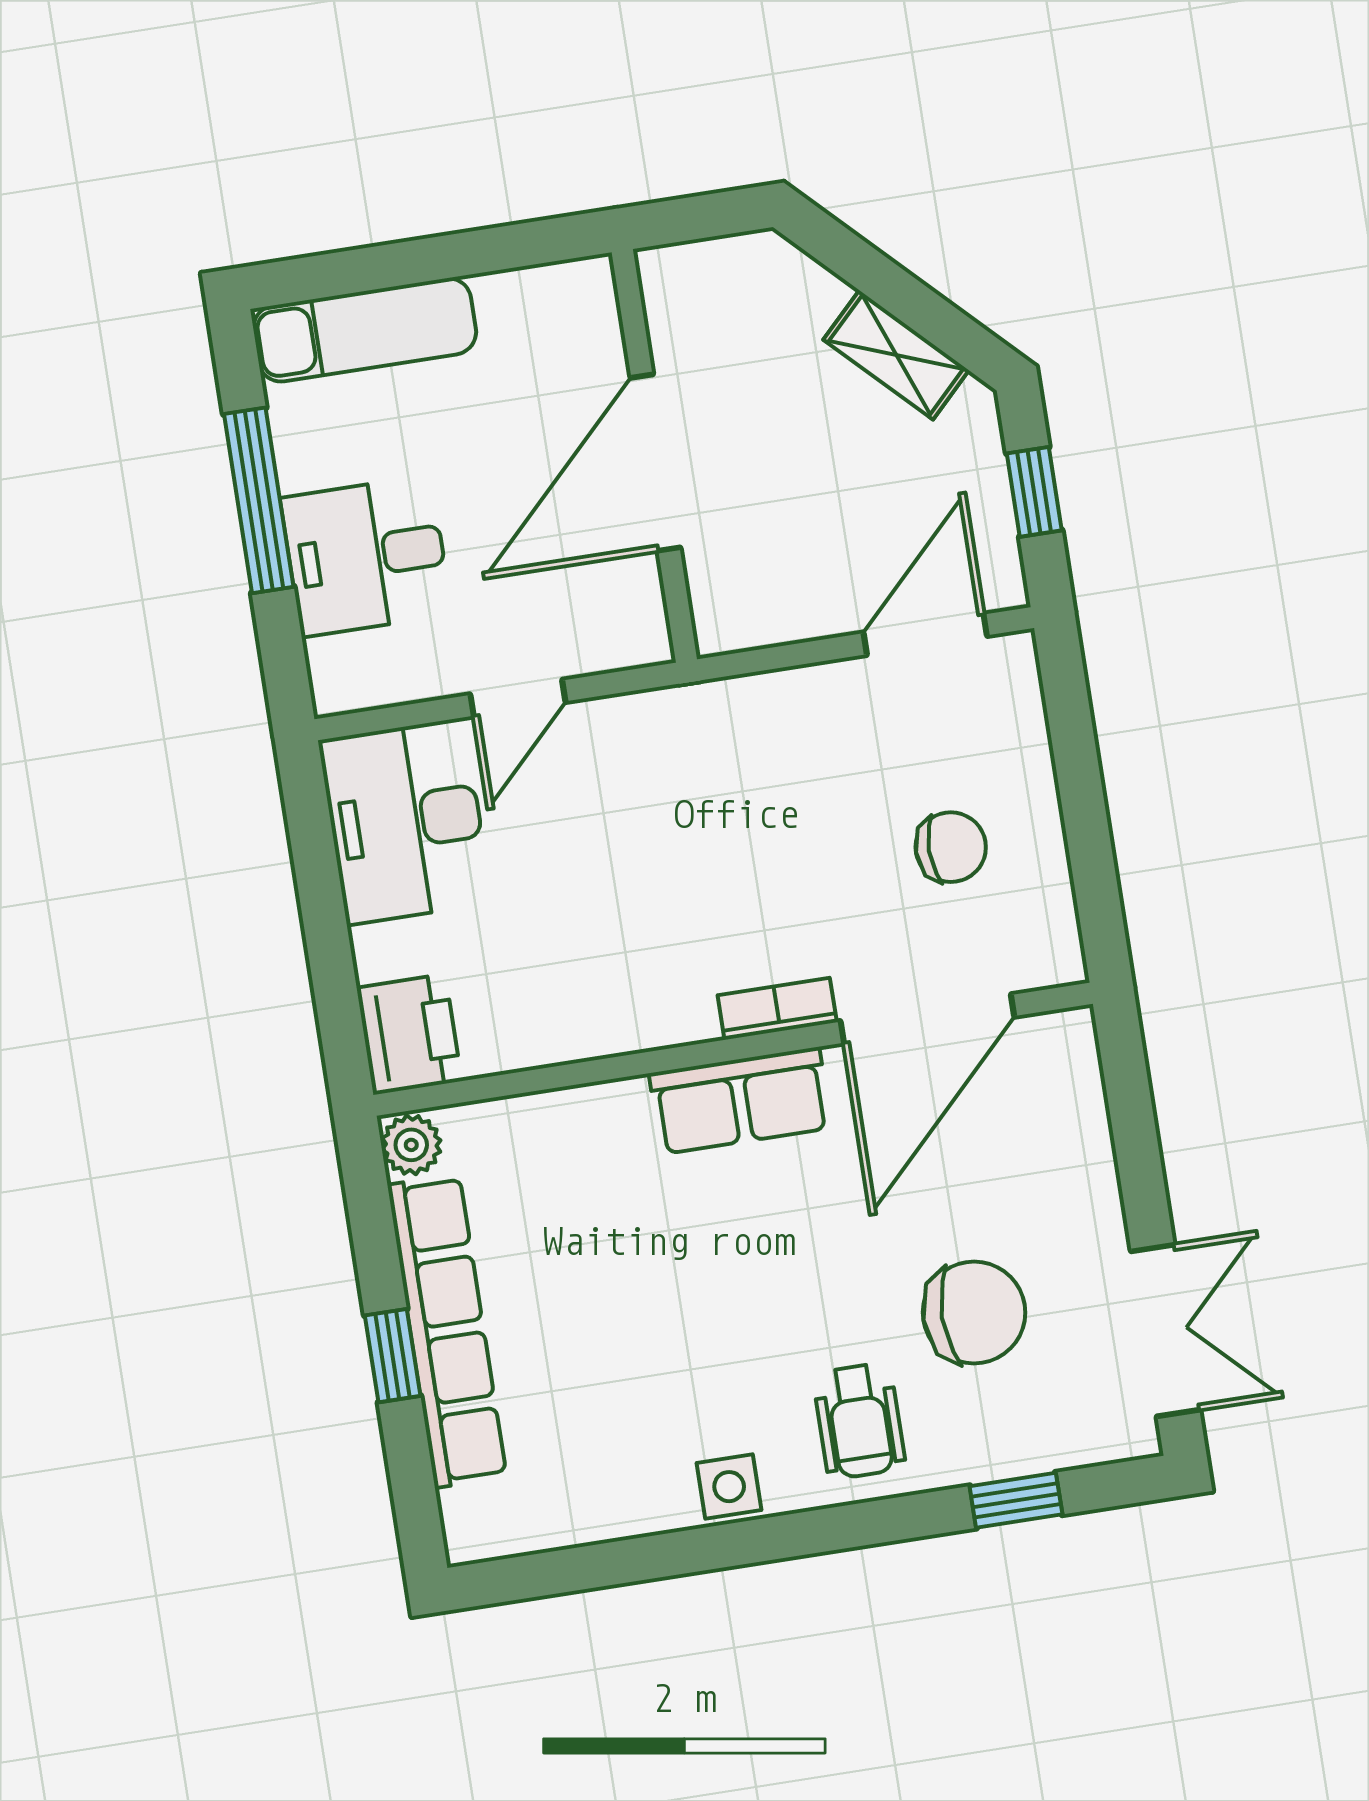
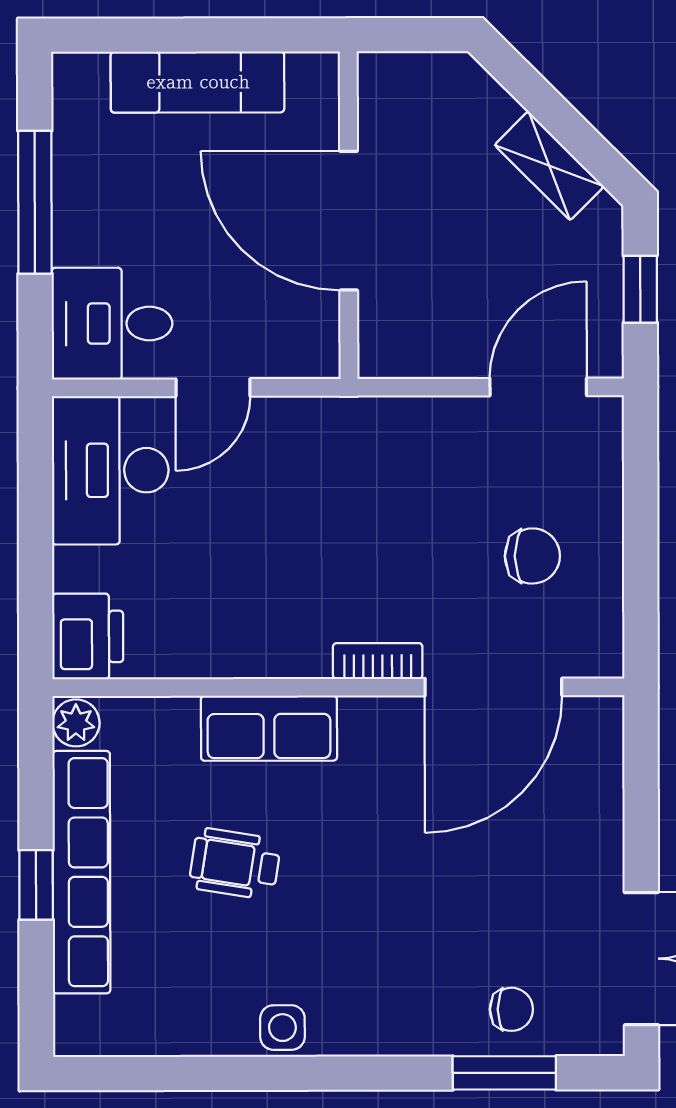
exam couch: (365, 330) -> (198, 82), moved
door: (655, 463) -> (349, 221), hinge flipped
desk: (366, 556) -> (112, 324), moved
row of seats: (740, 1101) -> (269, 728), moved
chair: (974, 1313) -> (511, 1009), moved, width x0.54, depth x0.54
wheelchair: (859, 1421) -> (235, 864), moved, turned 99
window: (1016, 1500) -> (504, 1073), width x1.50

